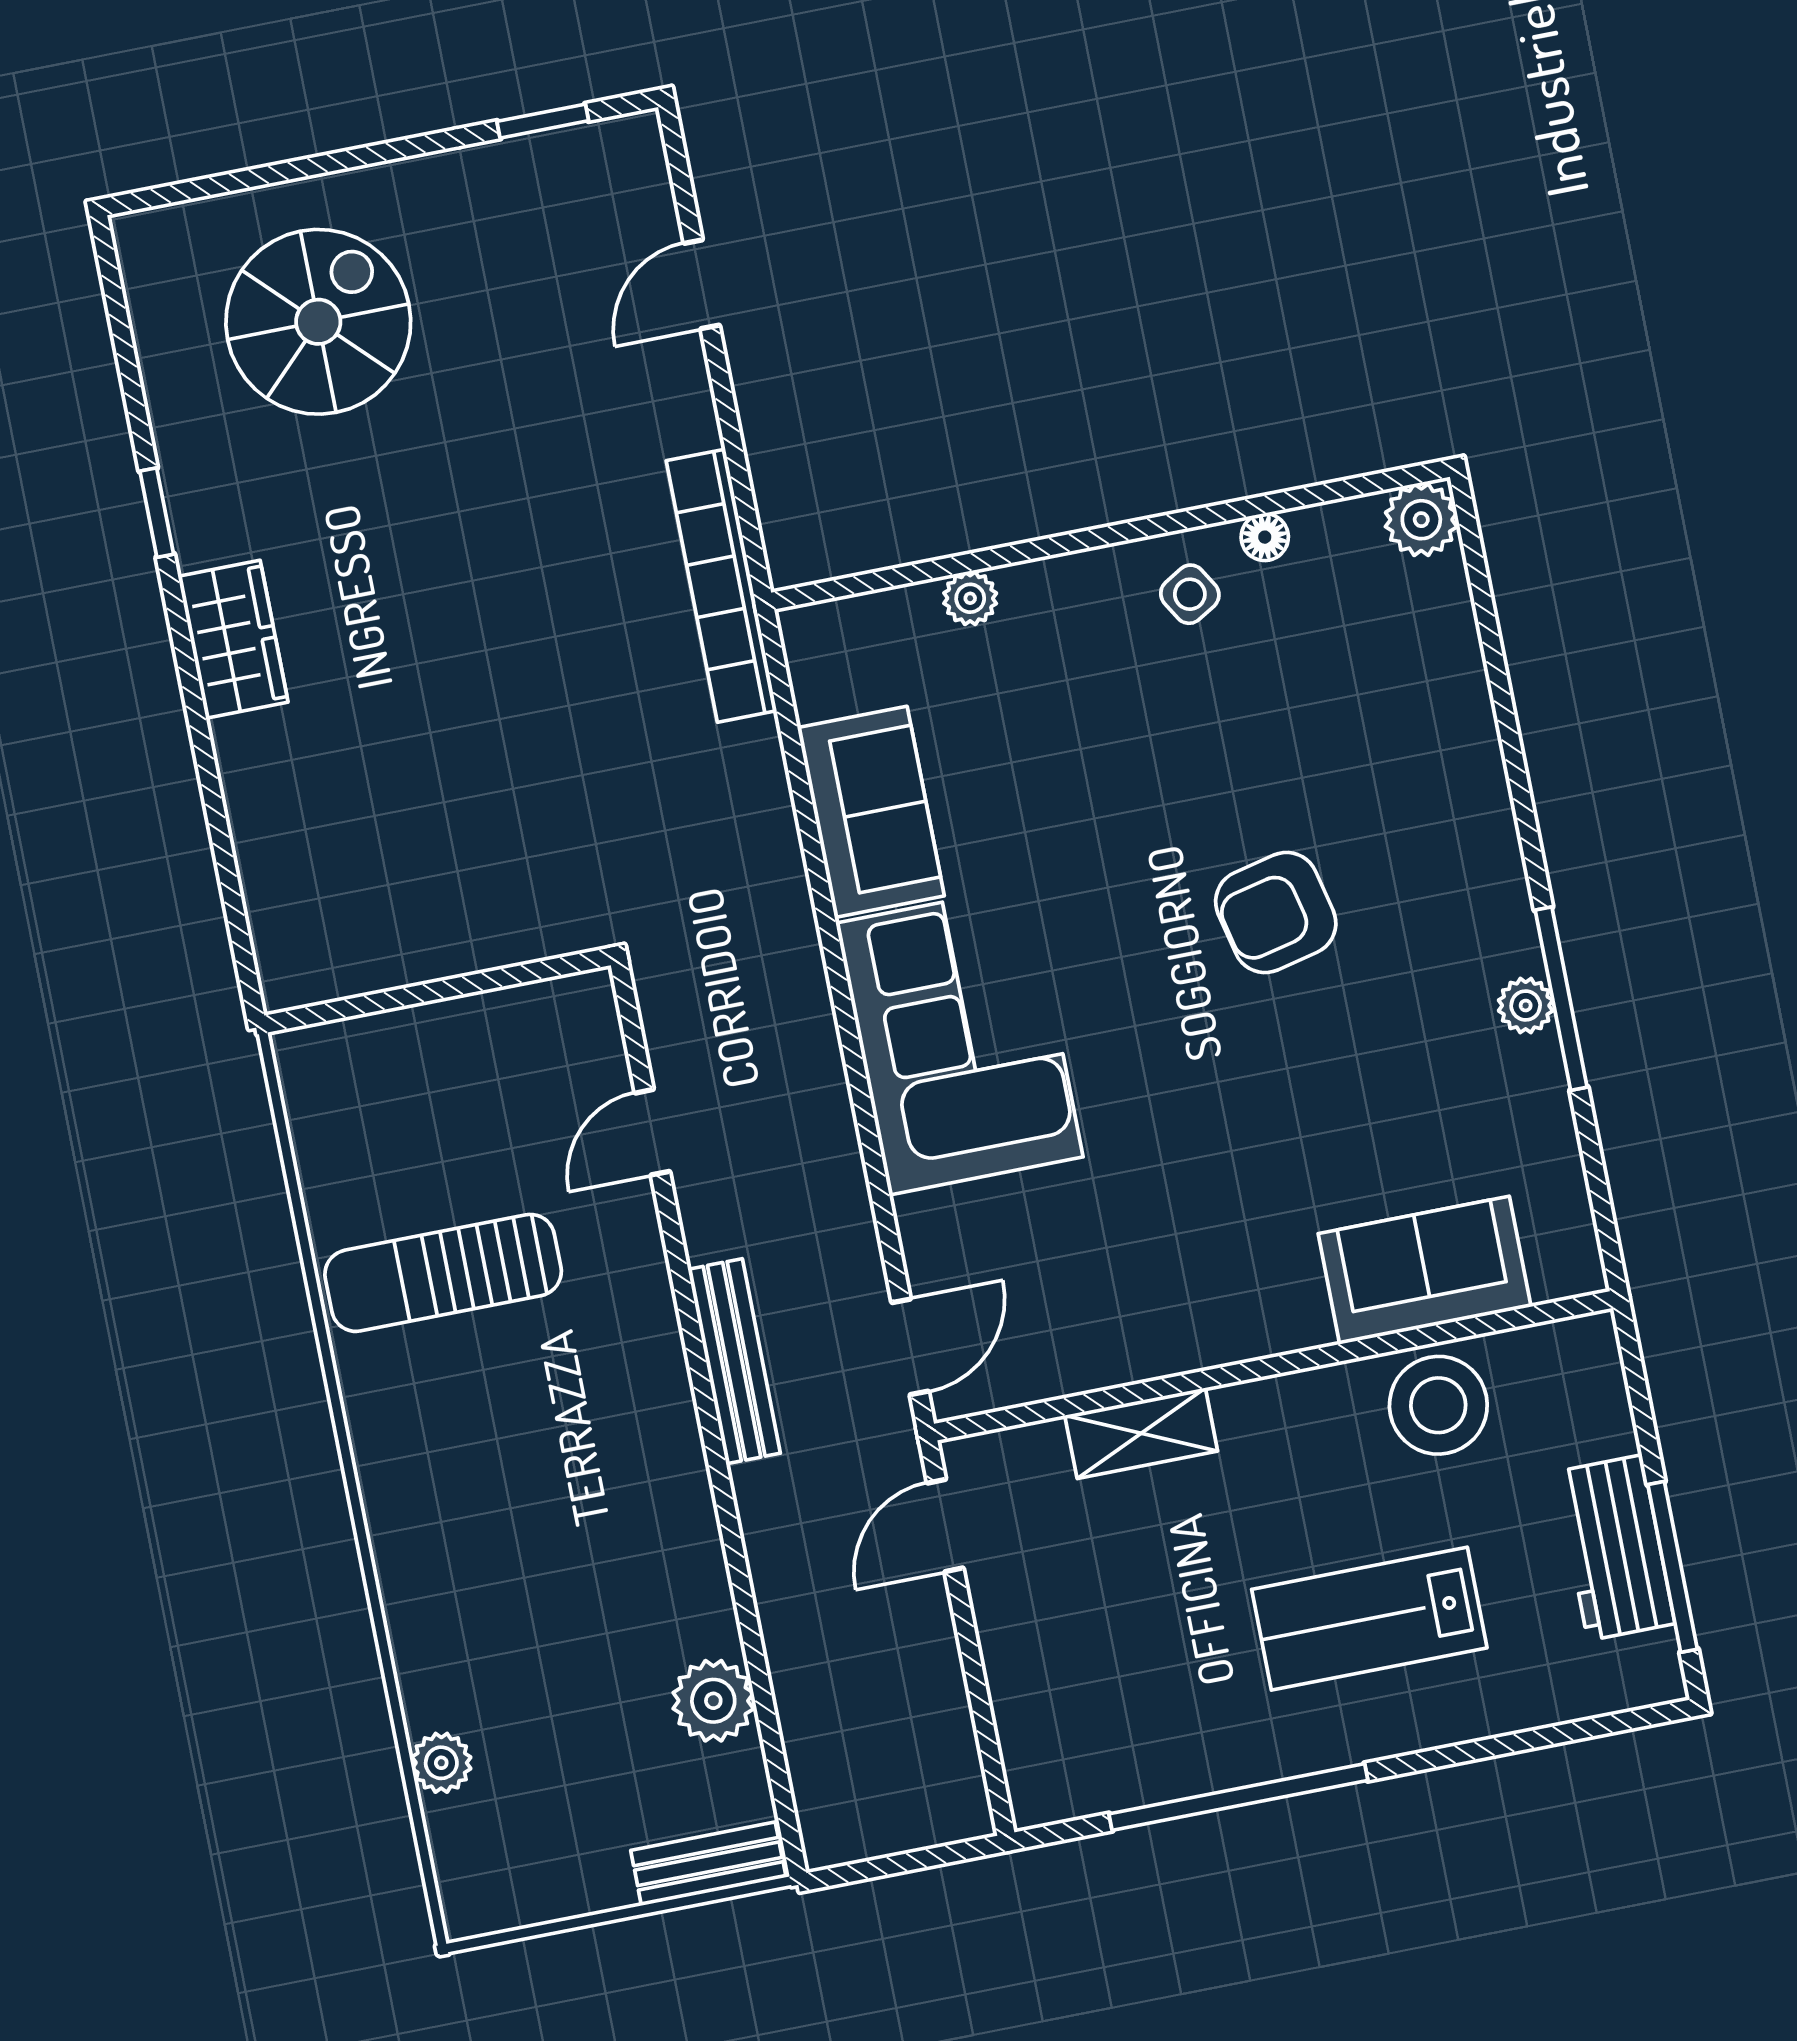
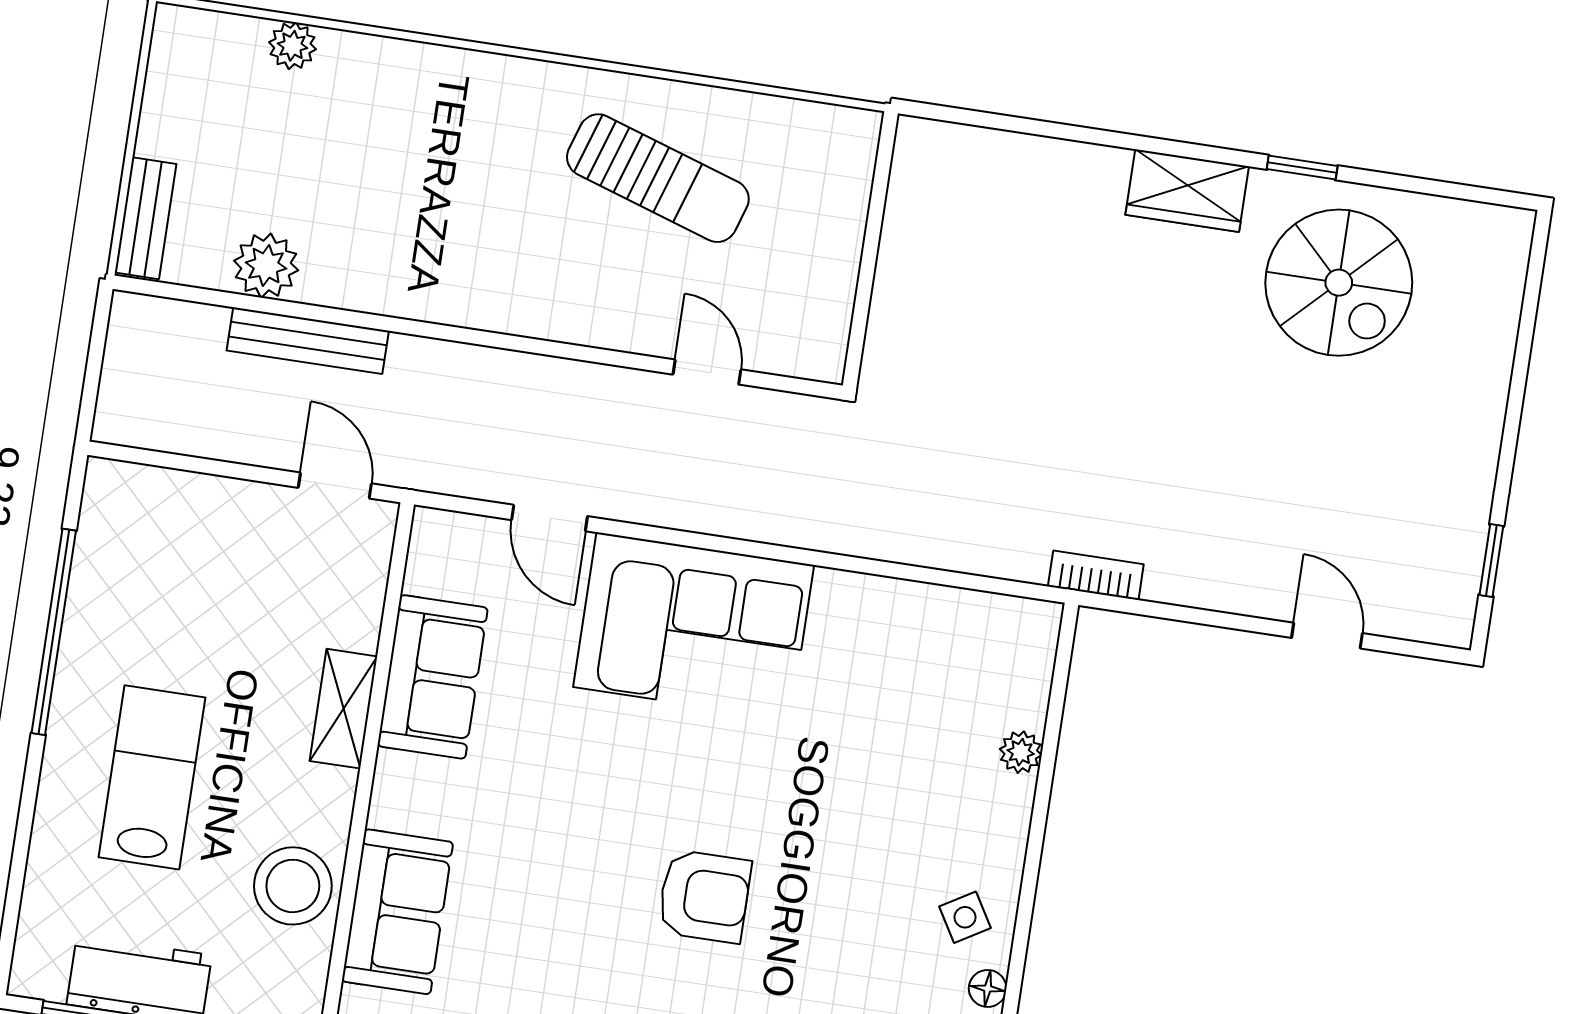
spiral stairs: (318, 322) -> (1339, 283), moved
bookcase: (721, 586) -> (1096, 575), width x0.43, depth x0.76
sofa: (871, 812) -> (433, 677), moved, turned -90
armchair: (1276, 912) -> (704, 896), turned 103
sun lounger: (443, 1273) -> (658, 178), turned 108
door: (910, 1347) -> (550, 518), moved
bench: (734, 1361) -> (308, 341), moved
shelving: (1141, 1433) -> (343, 709), moved

